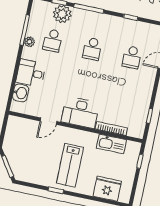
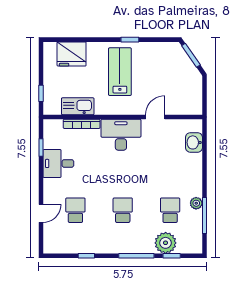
desk: (31, 73) -> (58, 163), moved, turned 180

